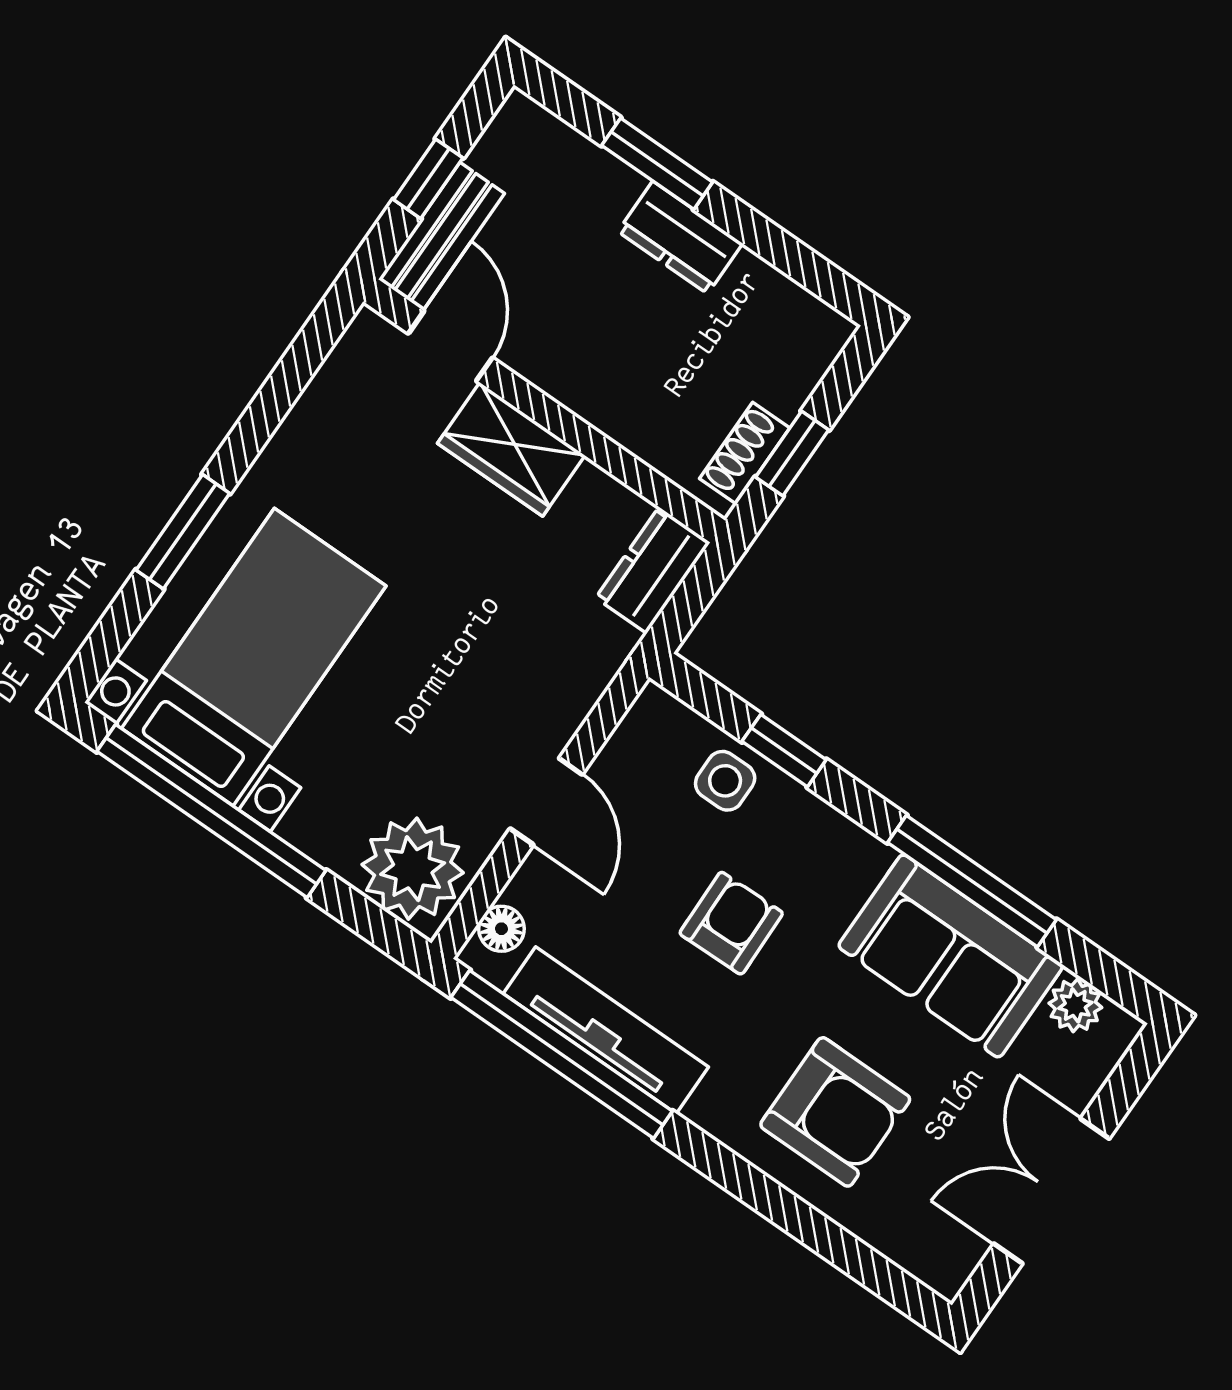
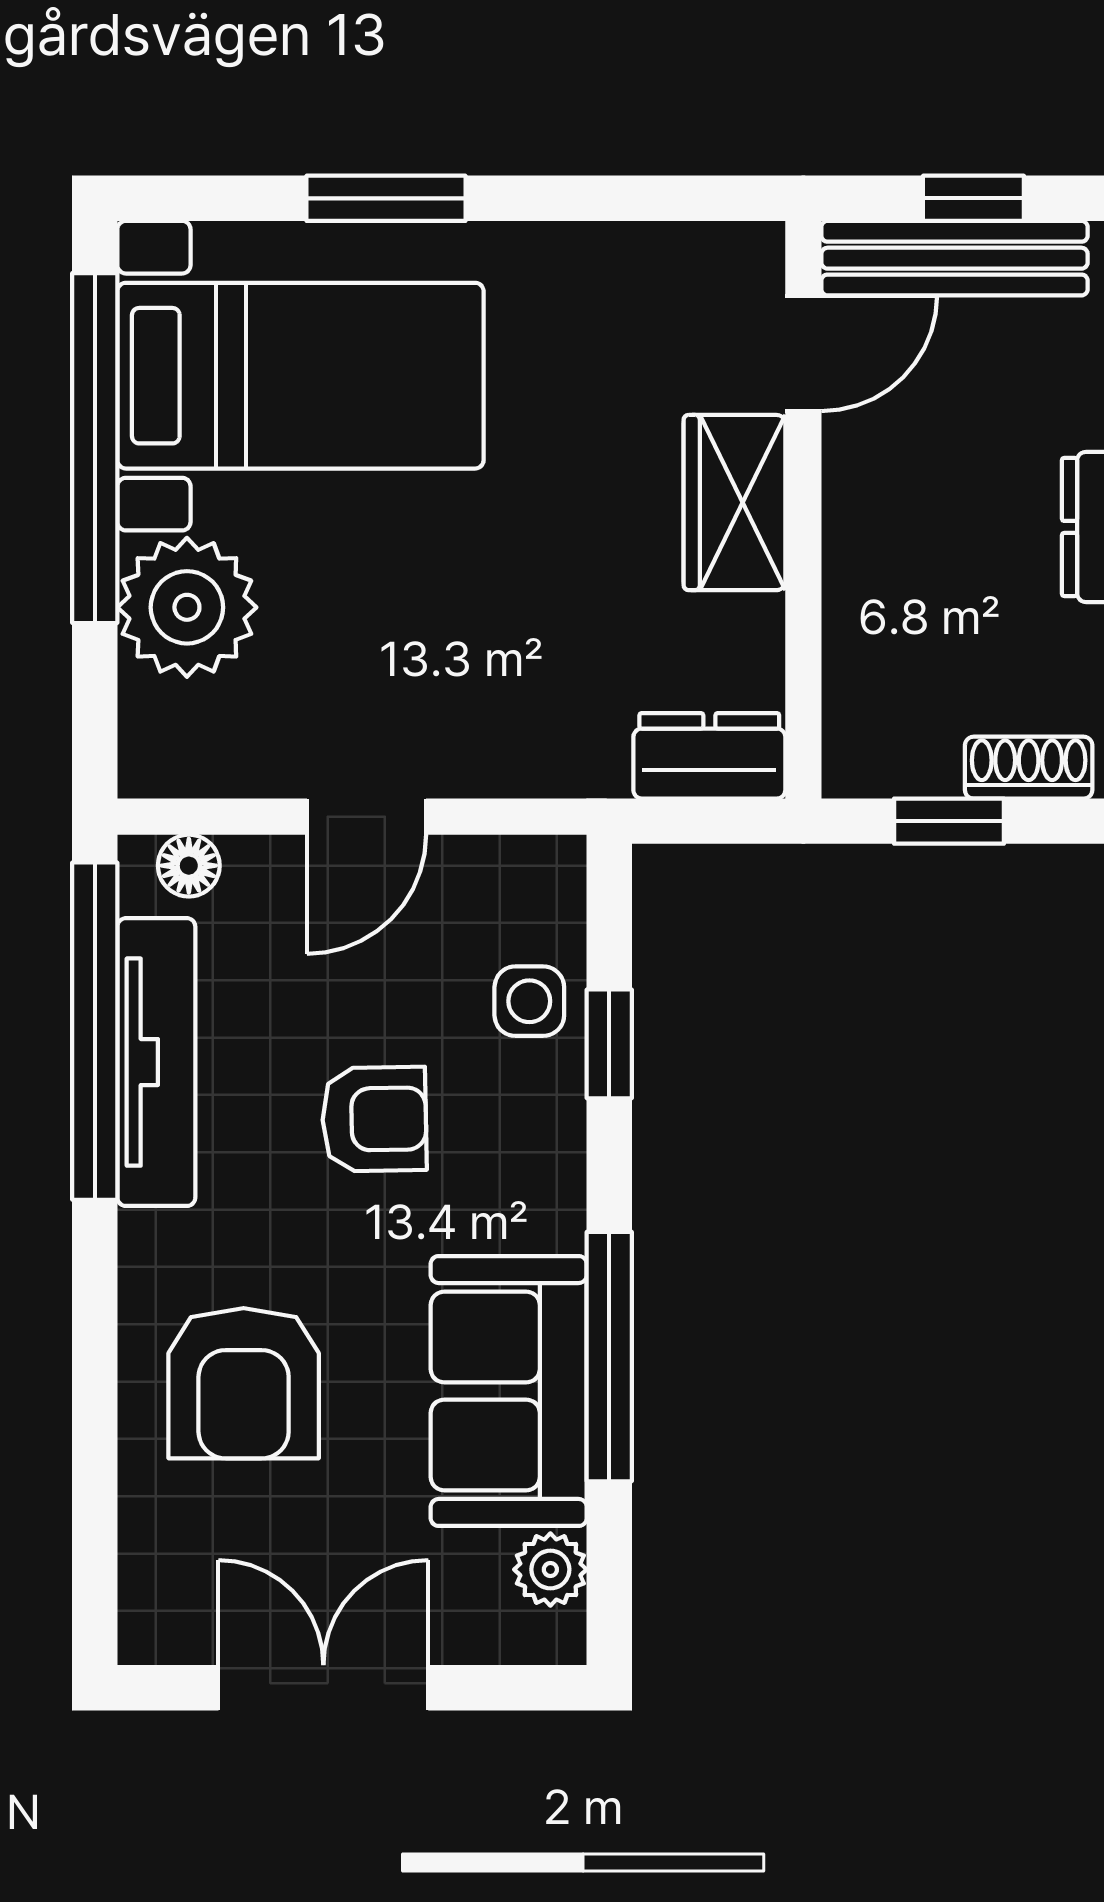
bench: (441, 236) -> (954, 258), width x1.36
shoe rack: (745, 453) -> (1029, 768), moved
plant: (413, 869) -> (187, 607), moved

